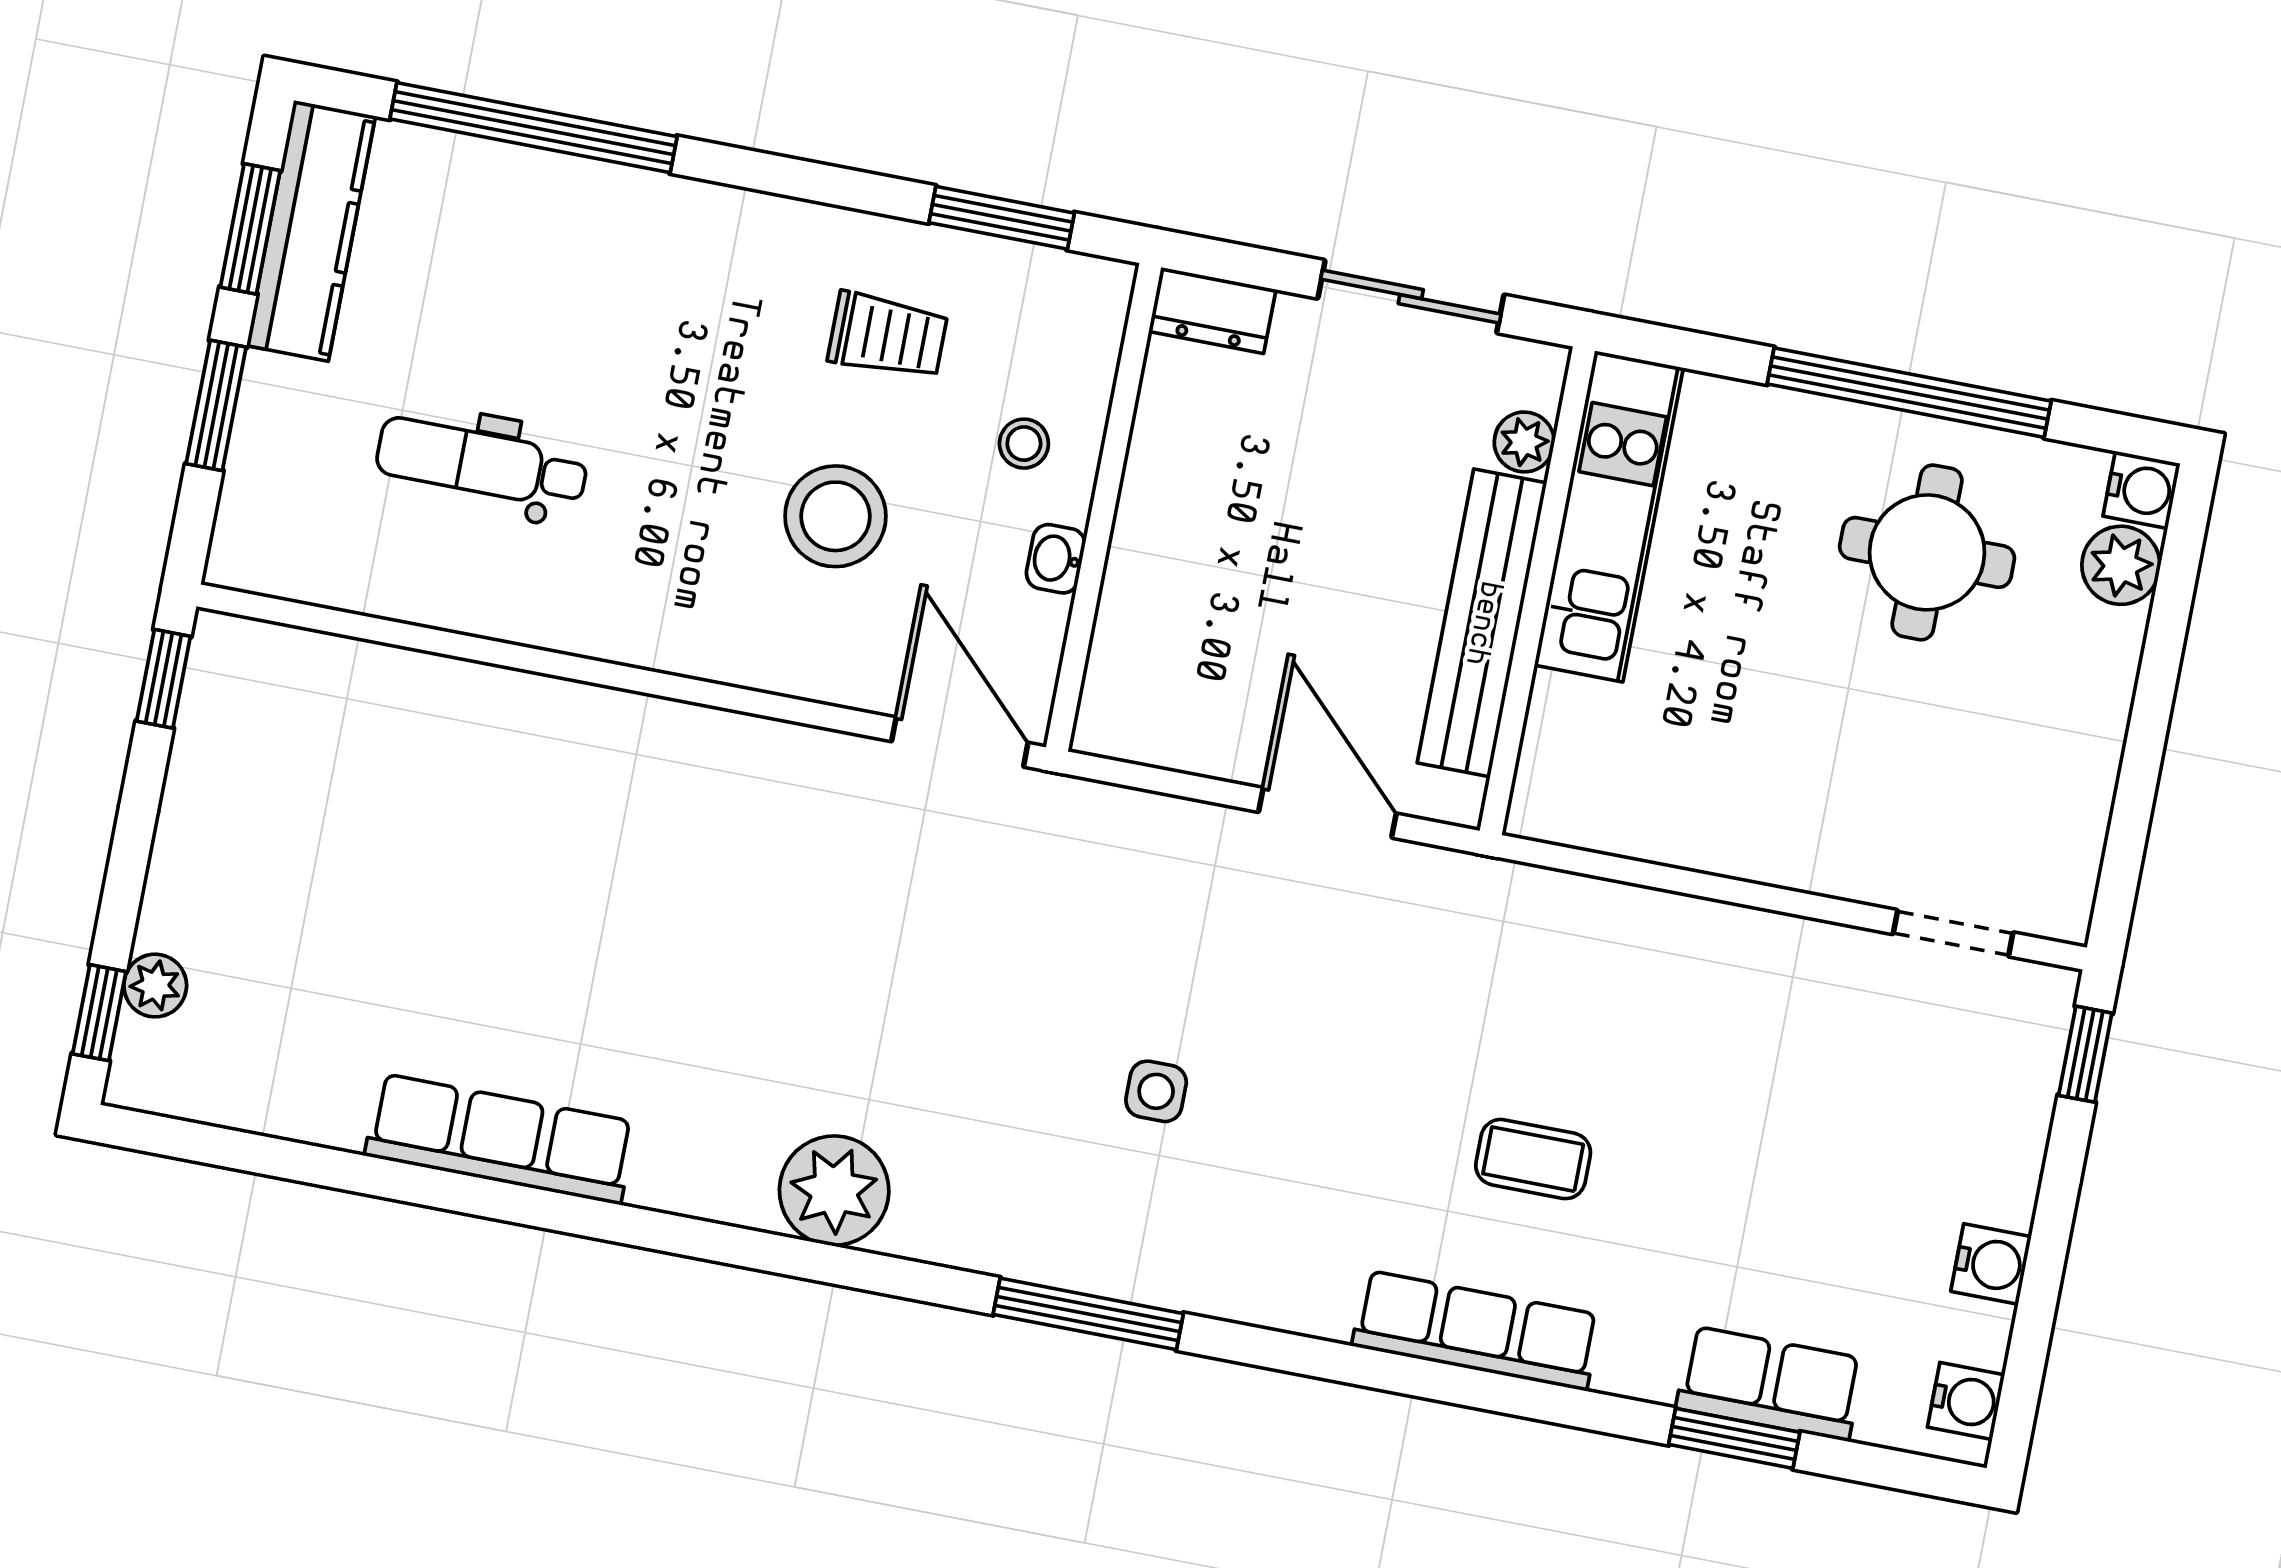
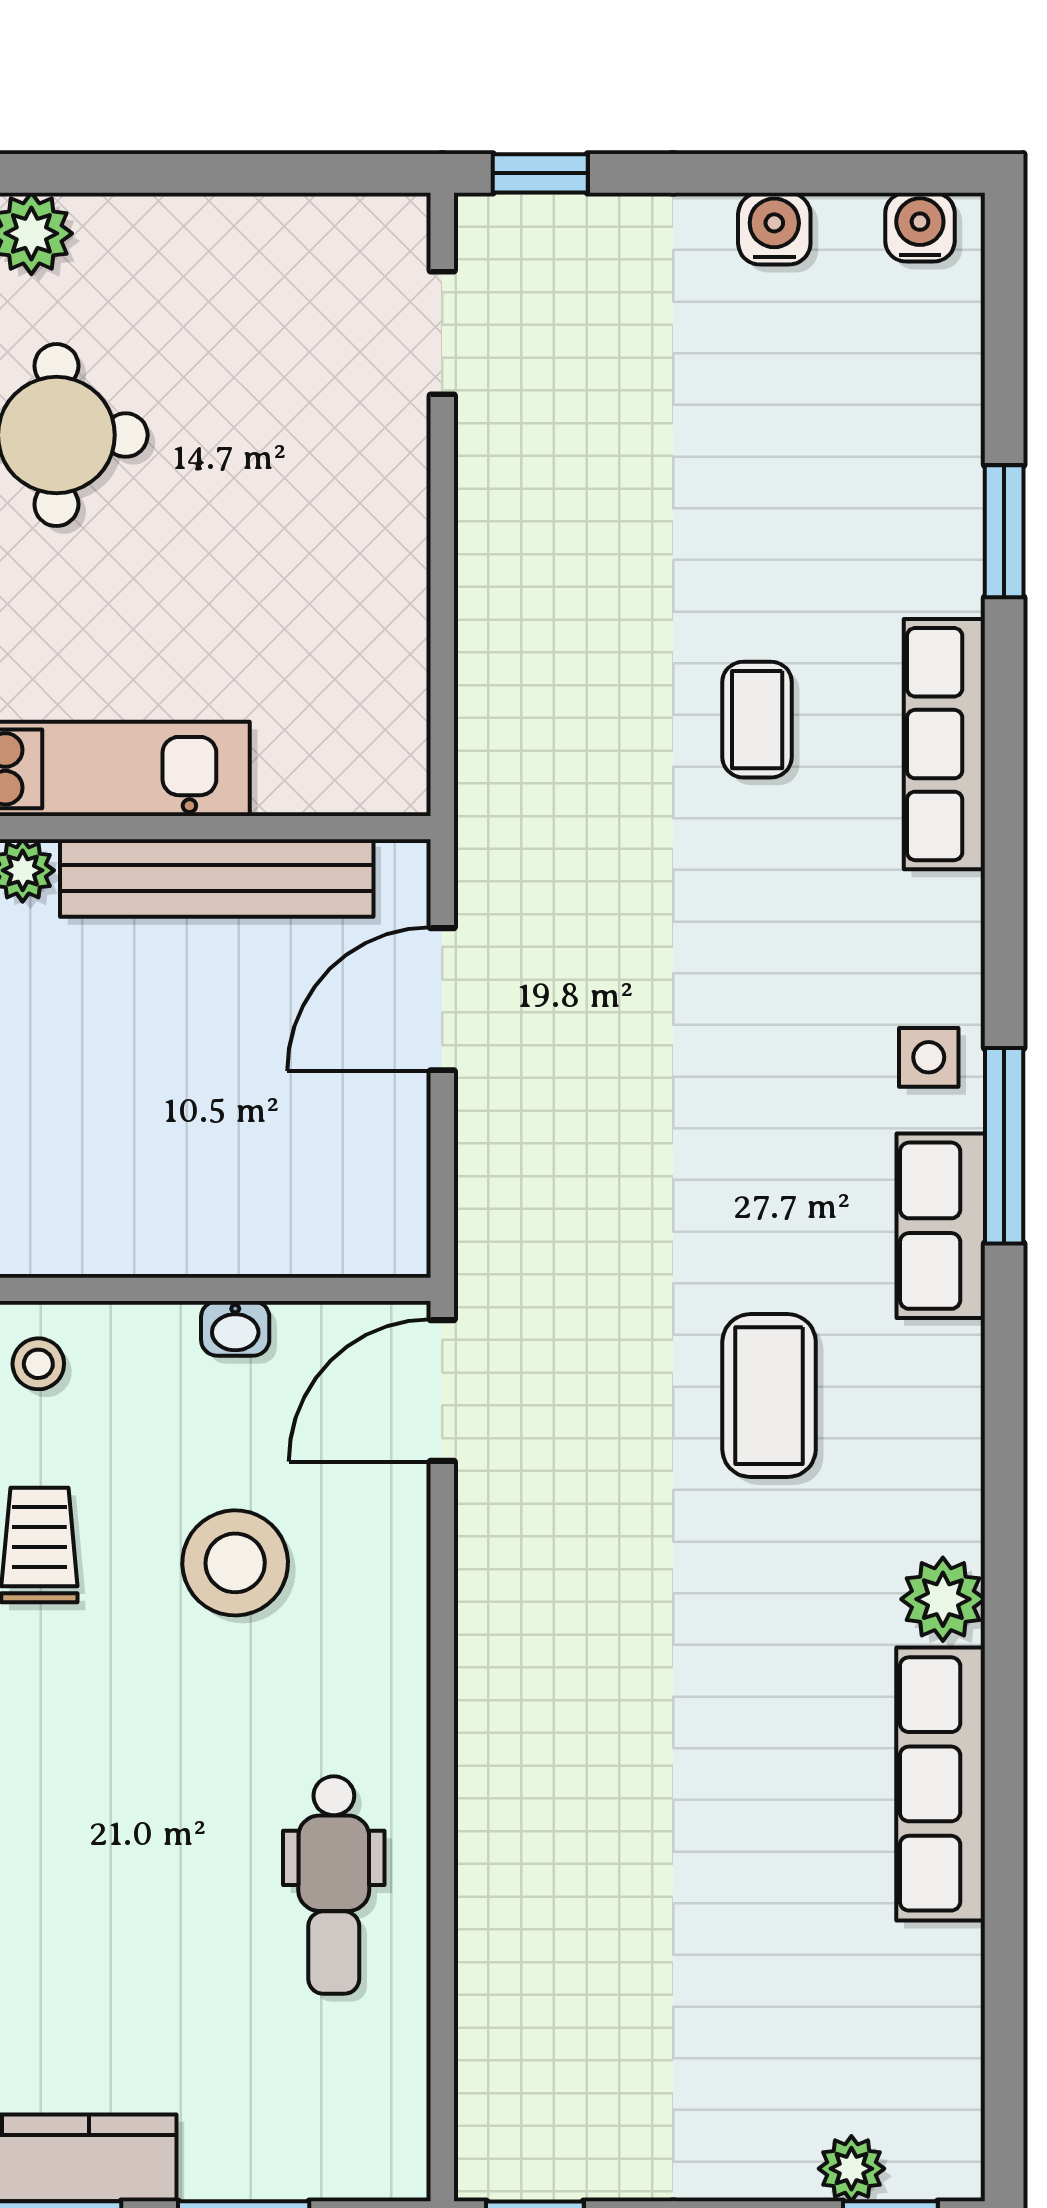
stool: (1024, 444) -> (38, 1364), moved
dental chair: (482, 463) -> (334, 1885), moved
coffee table: (896, 1048) -> (769, 1396), added
side table: (1156, 1091) -> (929, 1057), moved
plant: (834, 1191) -> (943, 1599), moved, width x0.73, depth x0.73
row of seats: (1770, 1383) -> (941, 1226), moved
window: (1734, 1438) -> (1004, 531), moved

